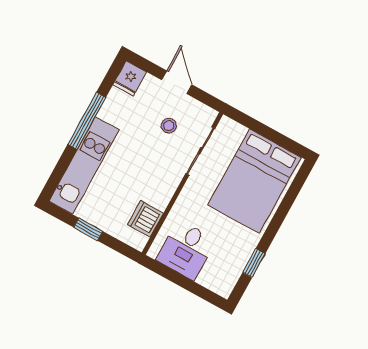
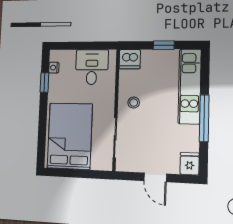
stool: (169, 126) -> (134, 103), moved
dishwasher: (146, 219) -> (130, 59), moved, turned 90
nightstand: (233, 275) -> (54, 68), added

